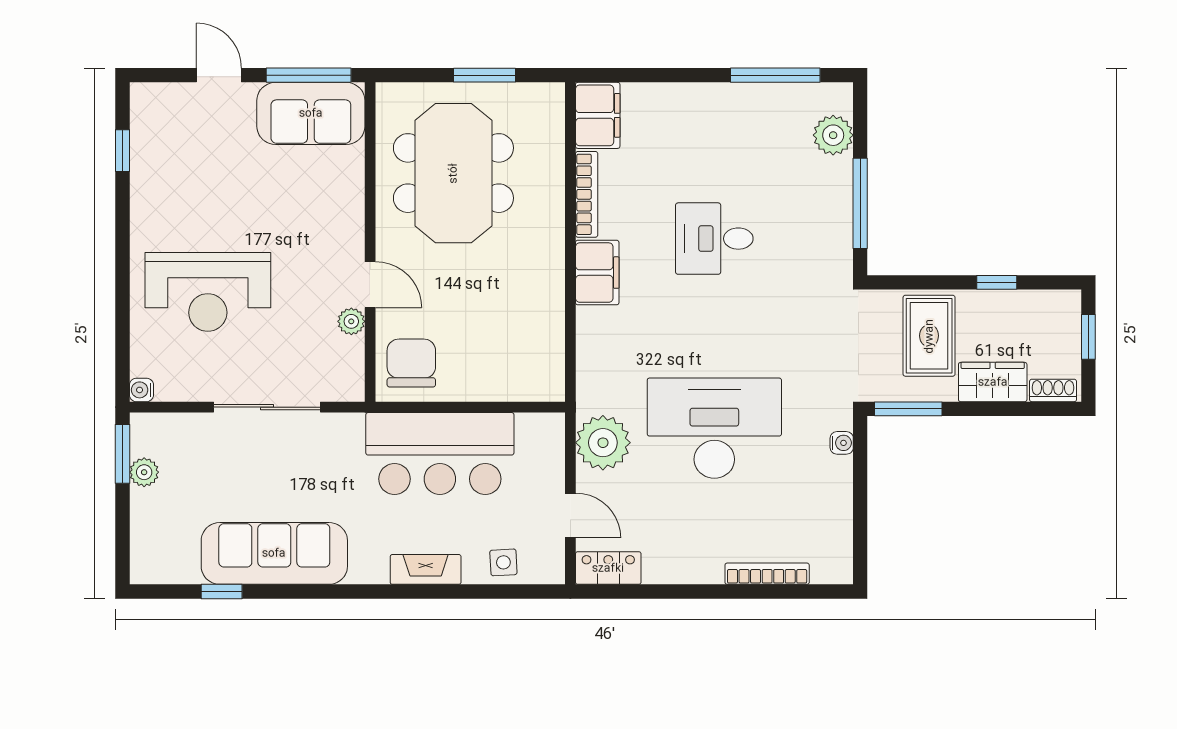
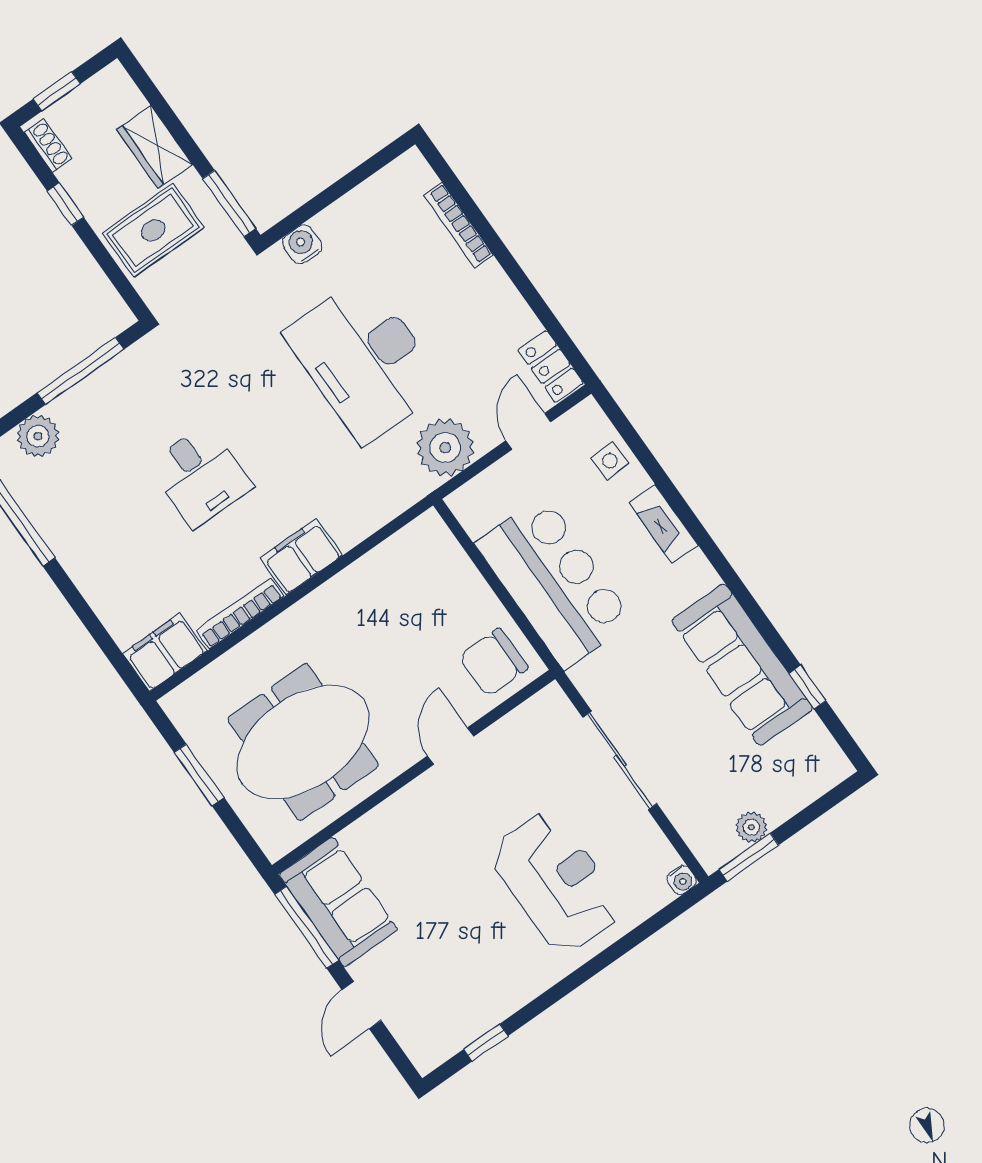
plant: (351, 321) -> (494, 740), removed
shoe rack: (1053, 390) -> (48, 146), moved, turned 180
water cooler: (842, 443) -> (302, 244), width x1.38, depth x1.38

